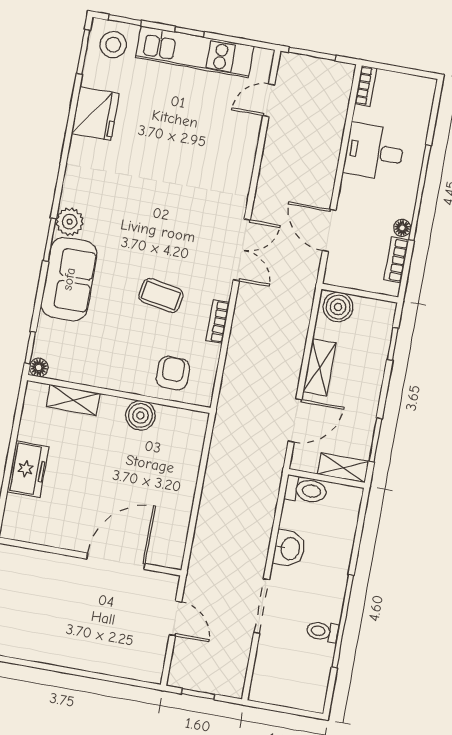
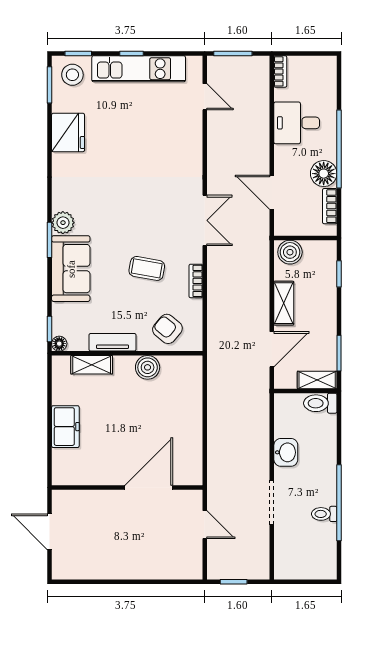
door: (269, 100) -> (205, 97), swing flipped
floor lamp: (402, 228) -> (324, 174), width x1.89, depth x1.89
armchair: (173, 373) -> (167, 329), turned -50
tv unit: (103, 377) -> (113, 342), added
toilet: (306, 490) -> (320, 403), moved, turned 180

